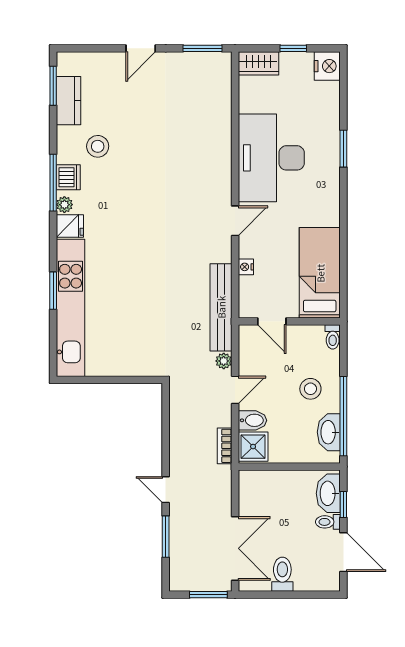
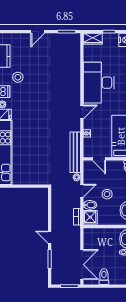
stool: (310, 389) -> (107, 194), moved

